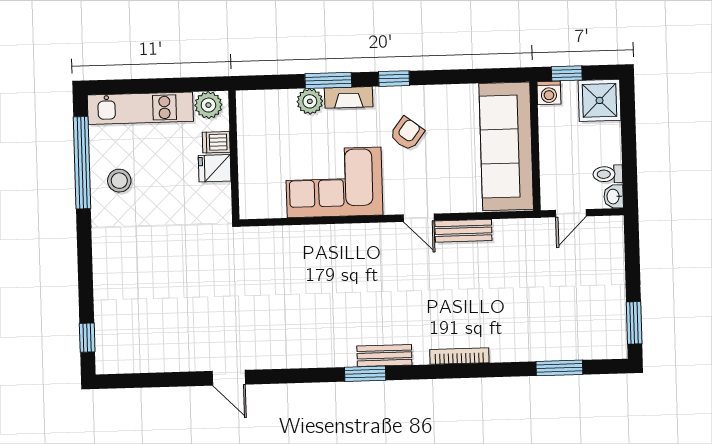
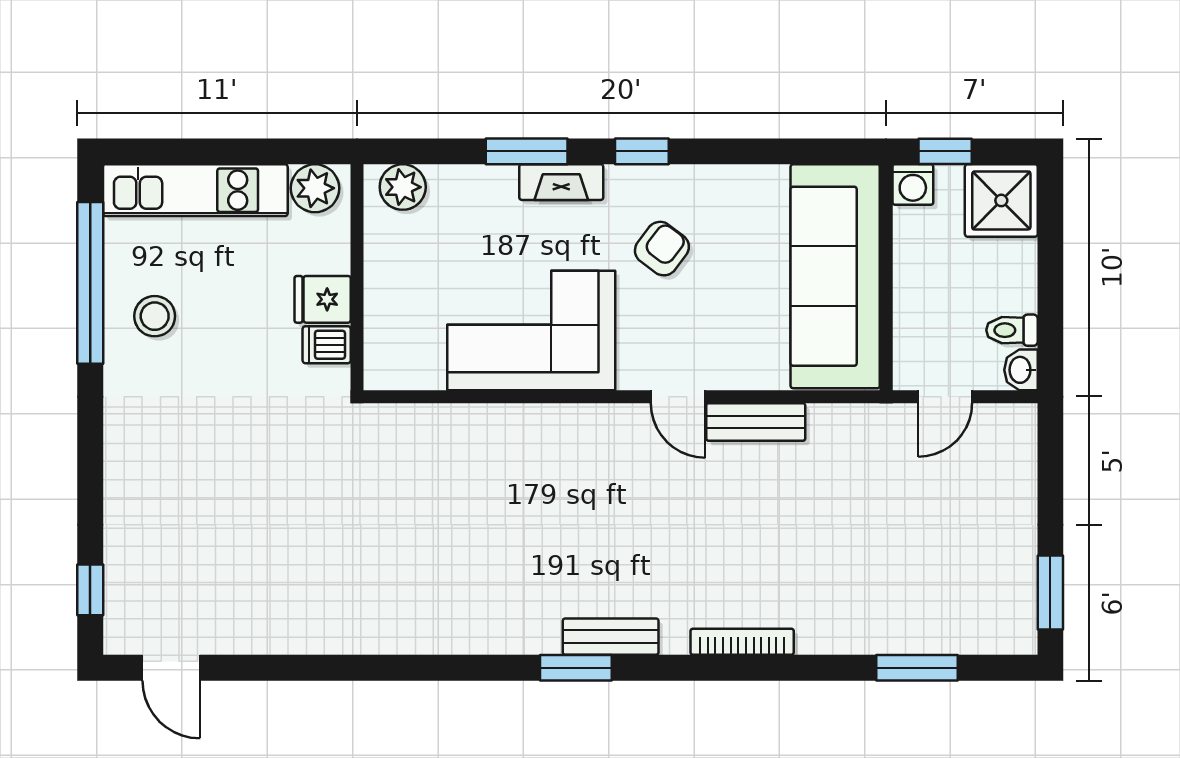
plant: (310, 101) -> (403, 187), moved
dishwasher: (216, 142) -> (327, 345), moved
door: (229, 378) -> (171, 668), moved

